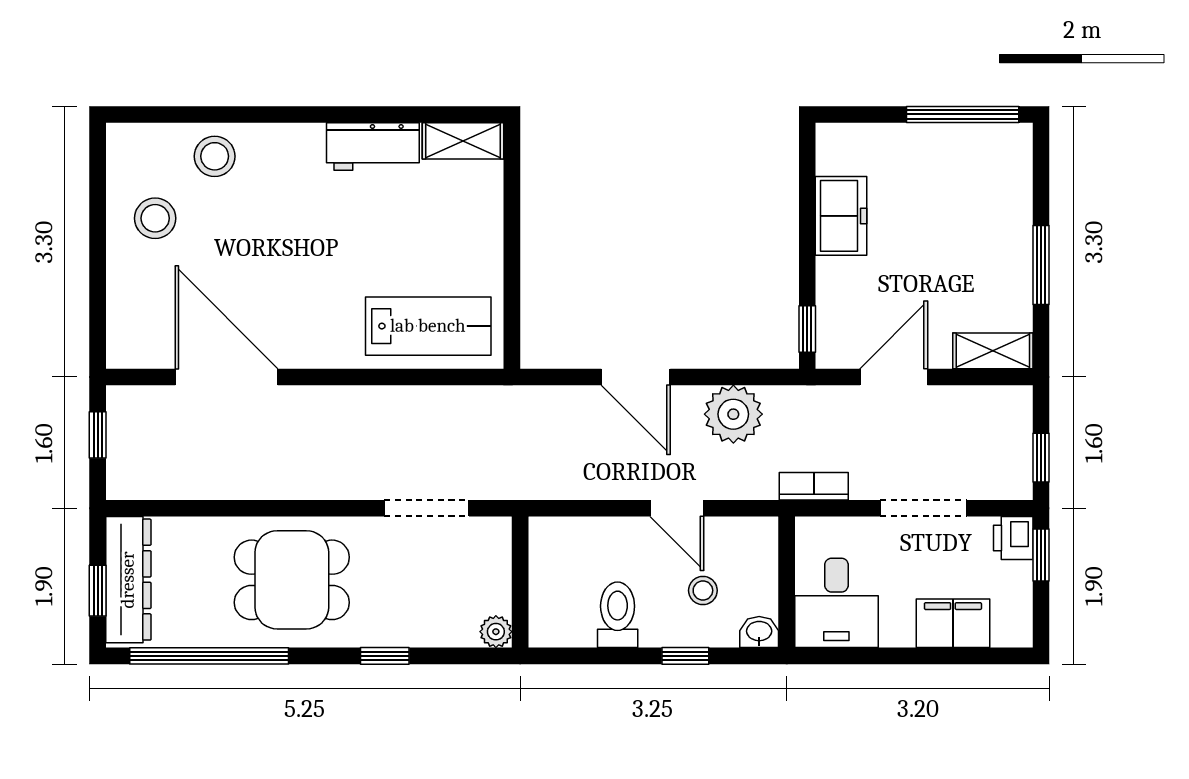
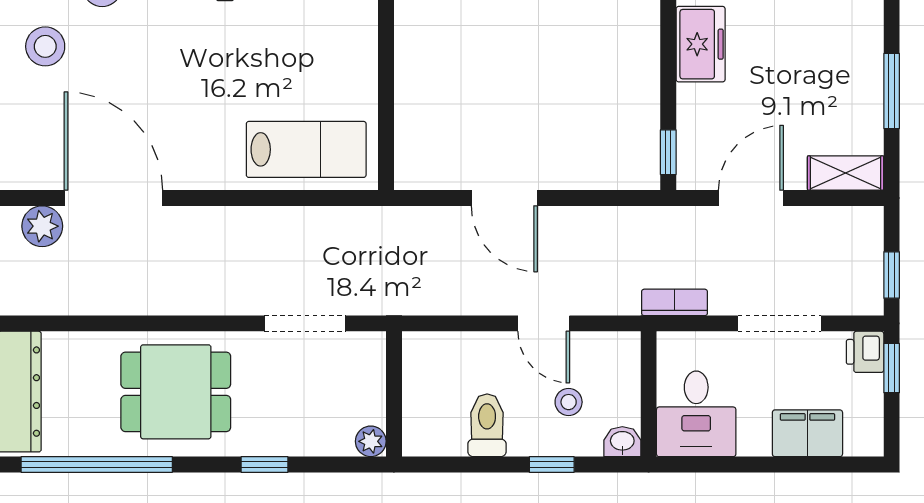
plant: (733, 414) -> (42, 226), moved, width x0.73, depth x0.73

